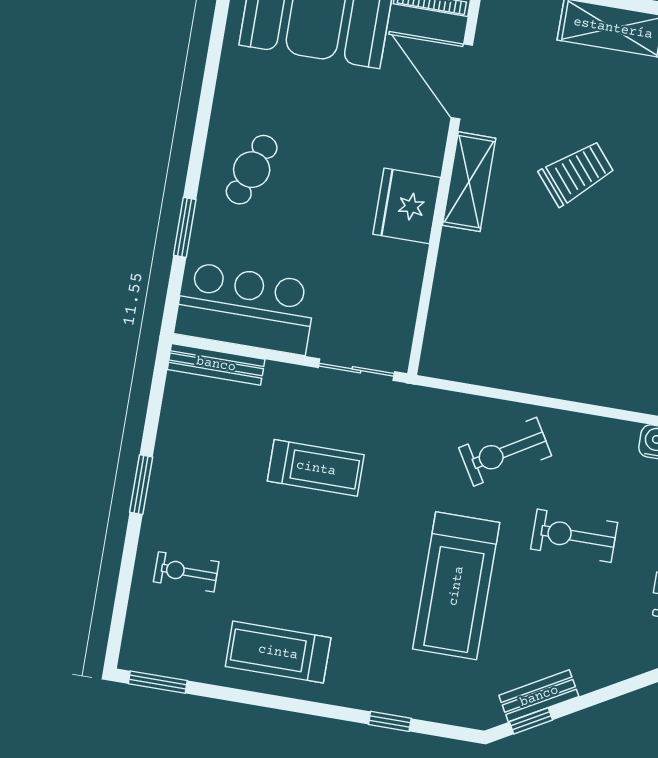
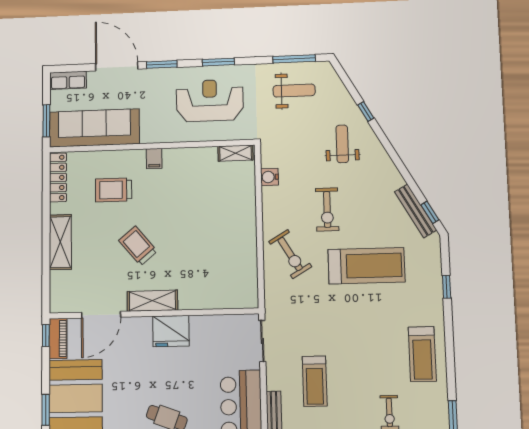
treadmill: (316, 468) -> (315, 381), moved, turned 180
bench: (539, 696) -> (416, 211), width x1.36

